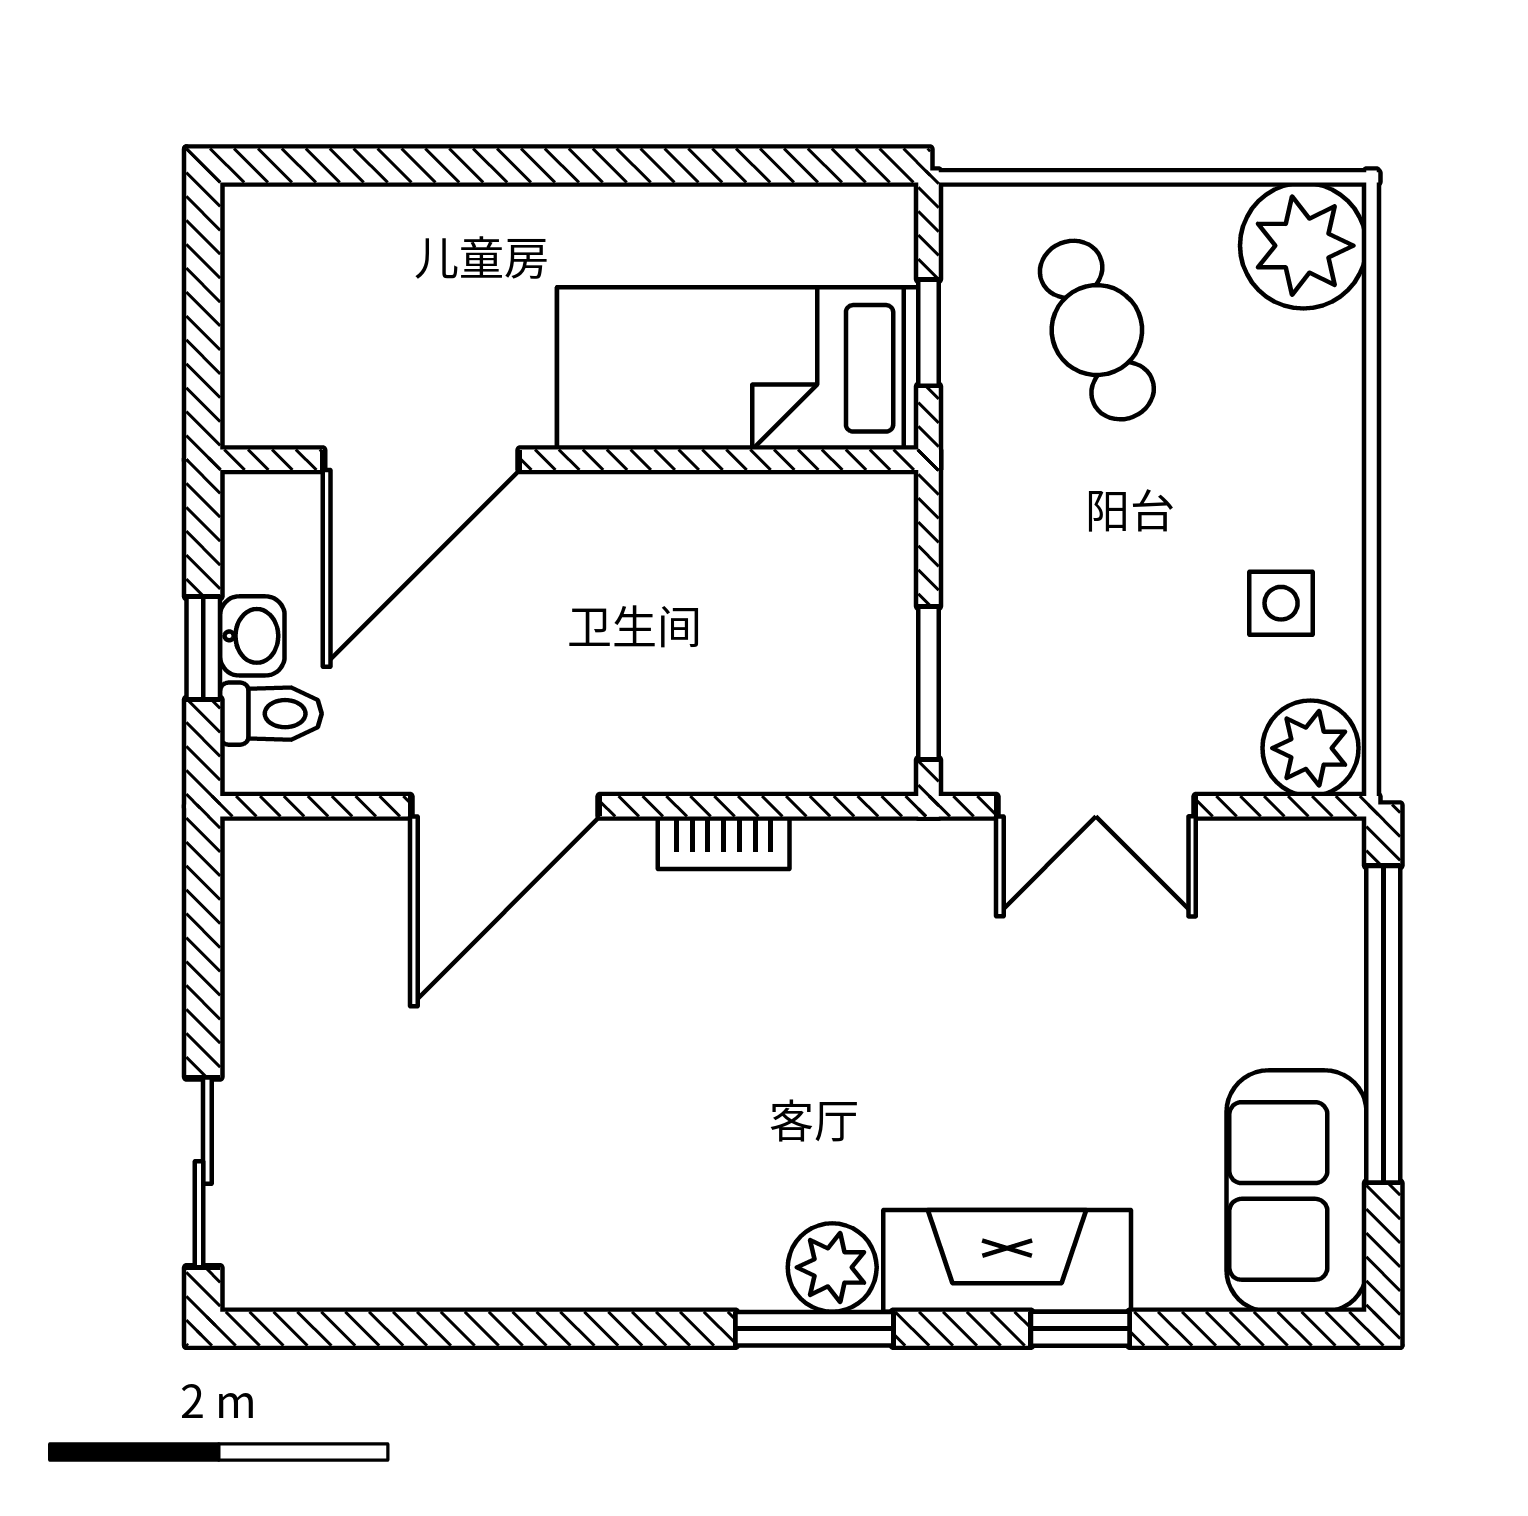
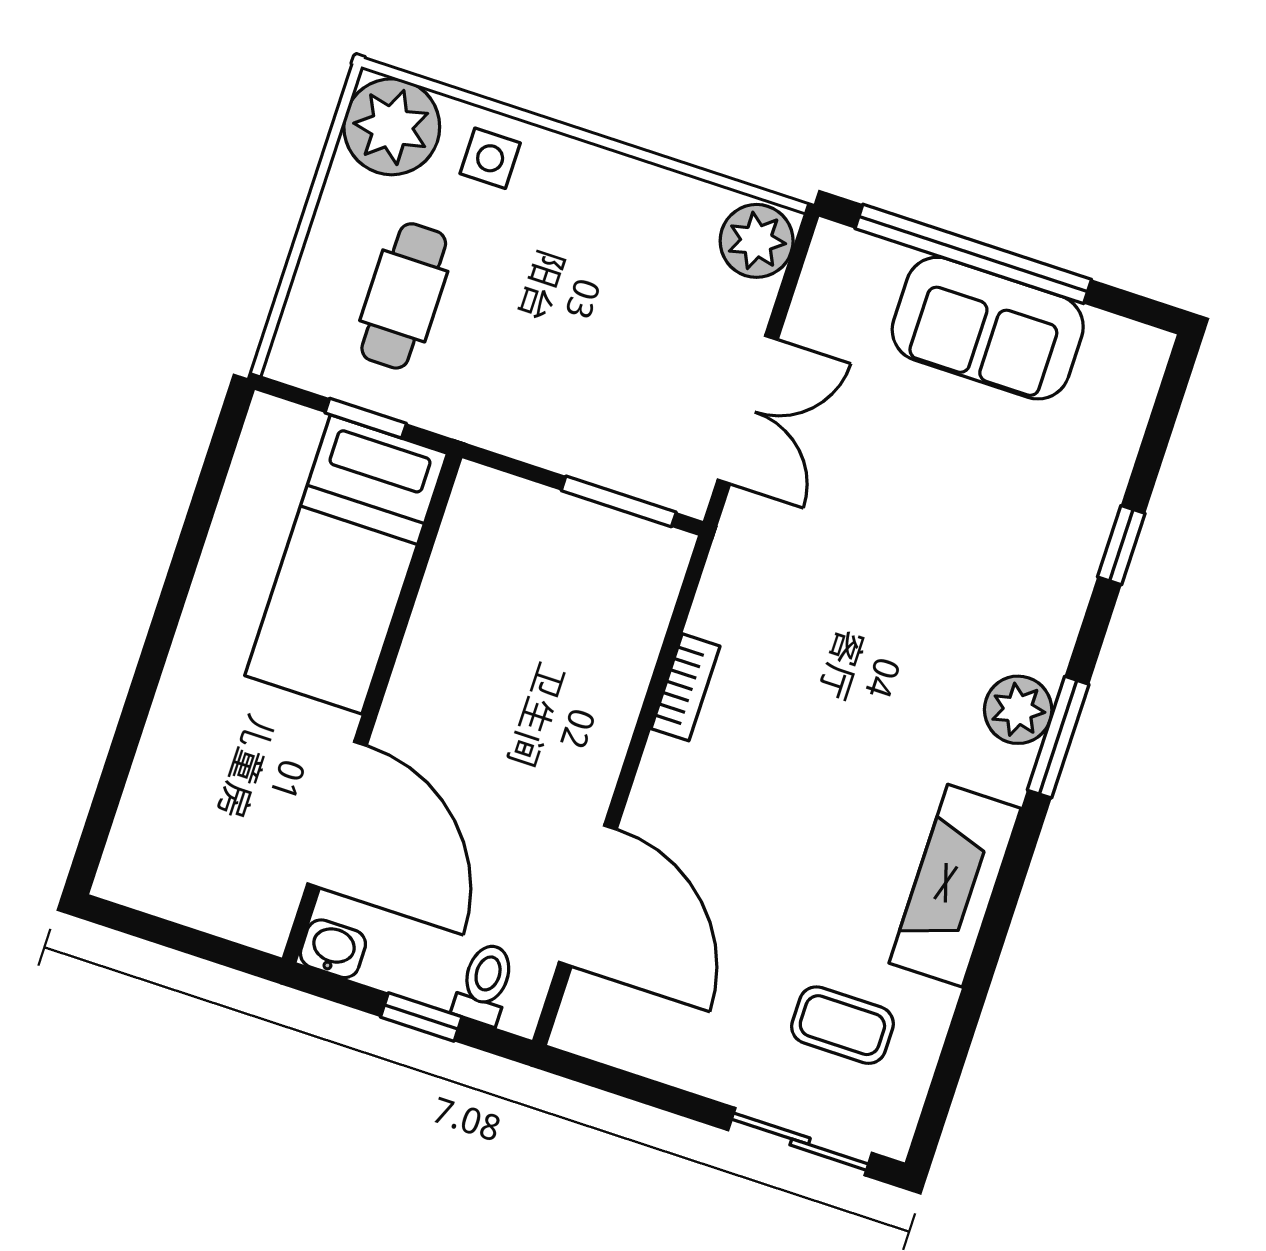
cafe table: (1097, 330) -> (404, 296), turned -67
side table: (1281, 603) -> (490, 158), moved
washbasin: (252, 636) -> (333, 949), moved
door: (505, 806) -> (588, 896), moved
coffee table: (366, 1178) -> (842, 1025), added
sofa: (1296, 1191) -> (988, 328), moved
fireplace: (1007, 1261) -> (955, 886), moved

